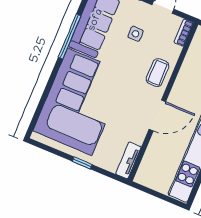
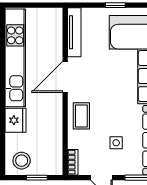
tv unit: (128, 160) -> (74, 32), width x1.41

